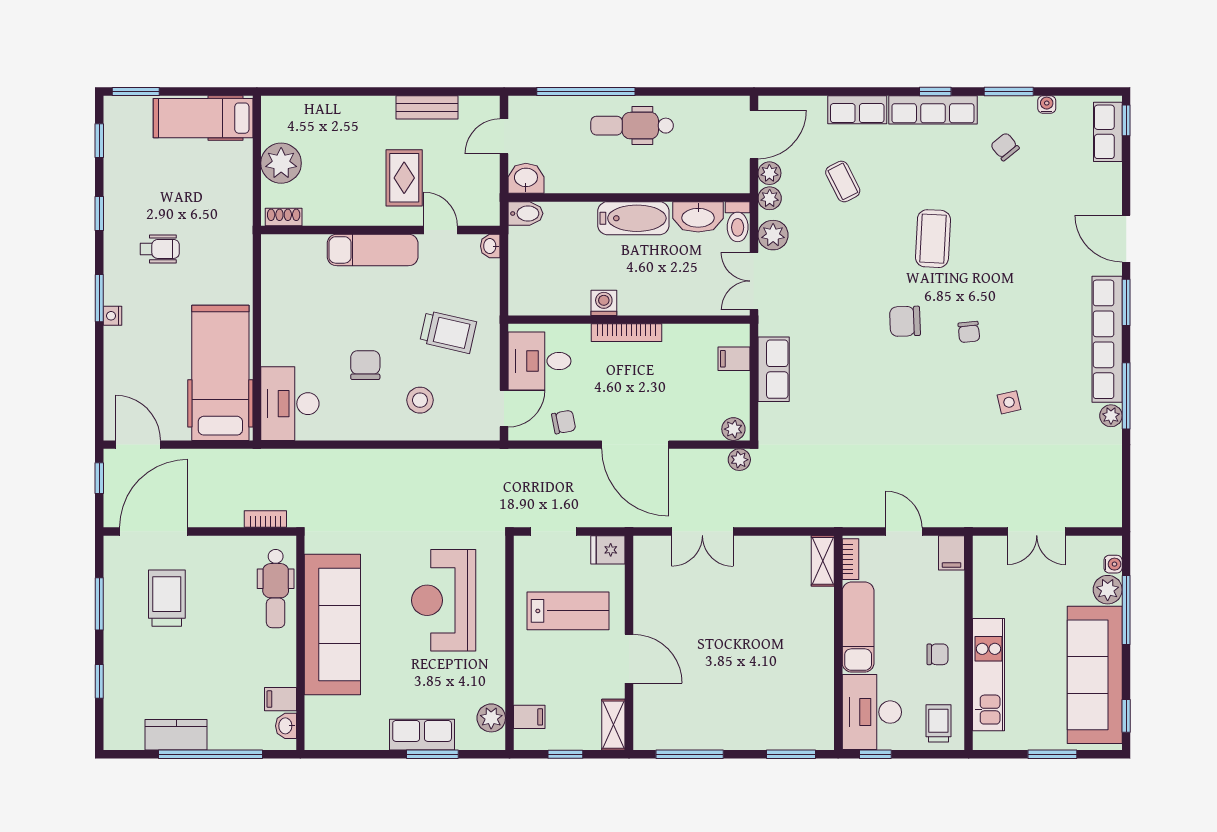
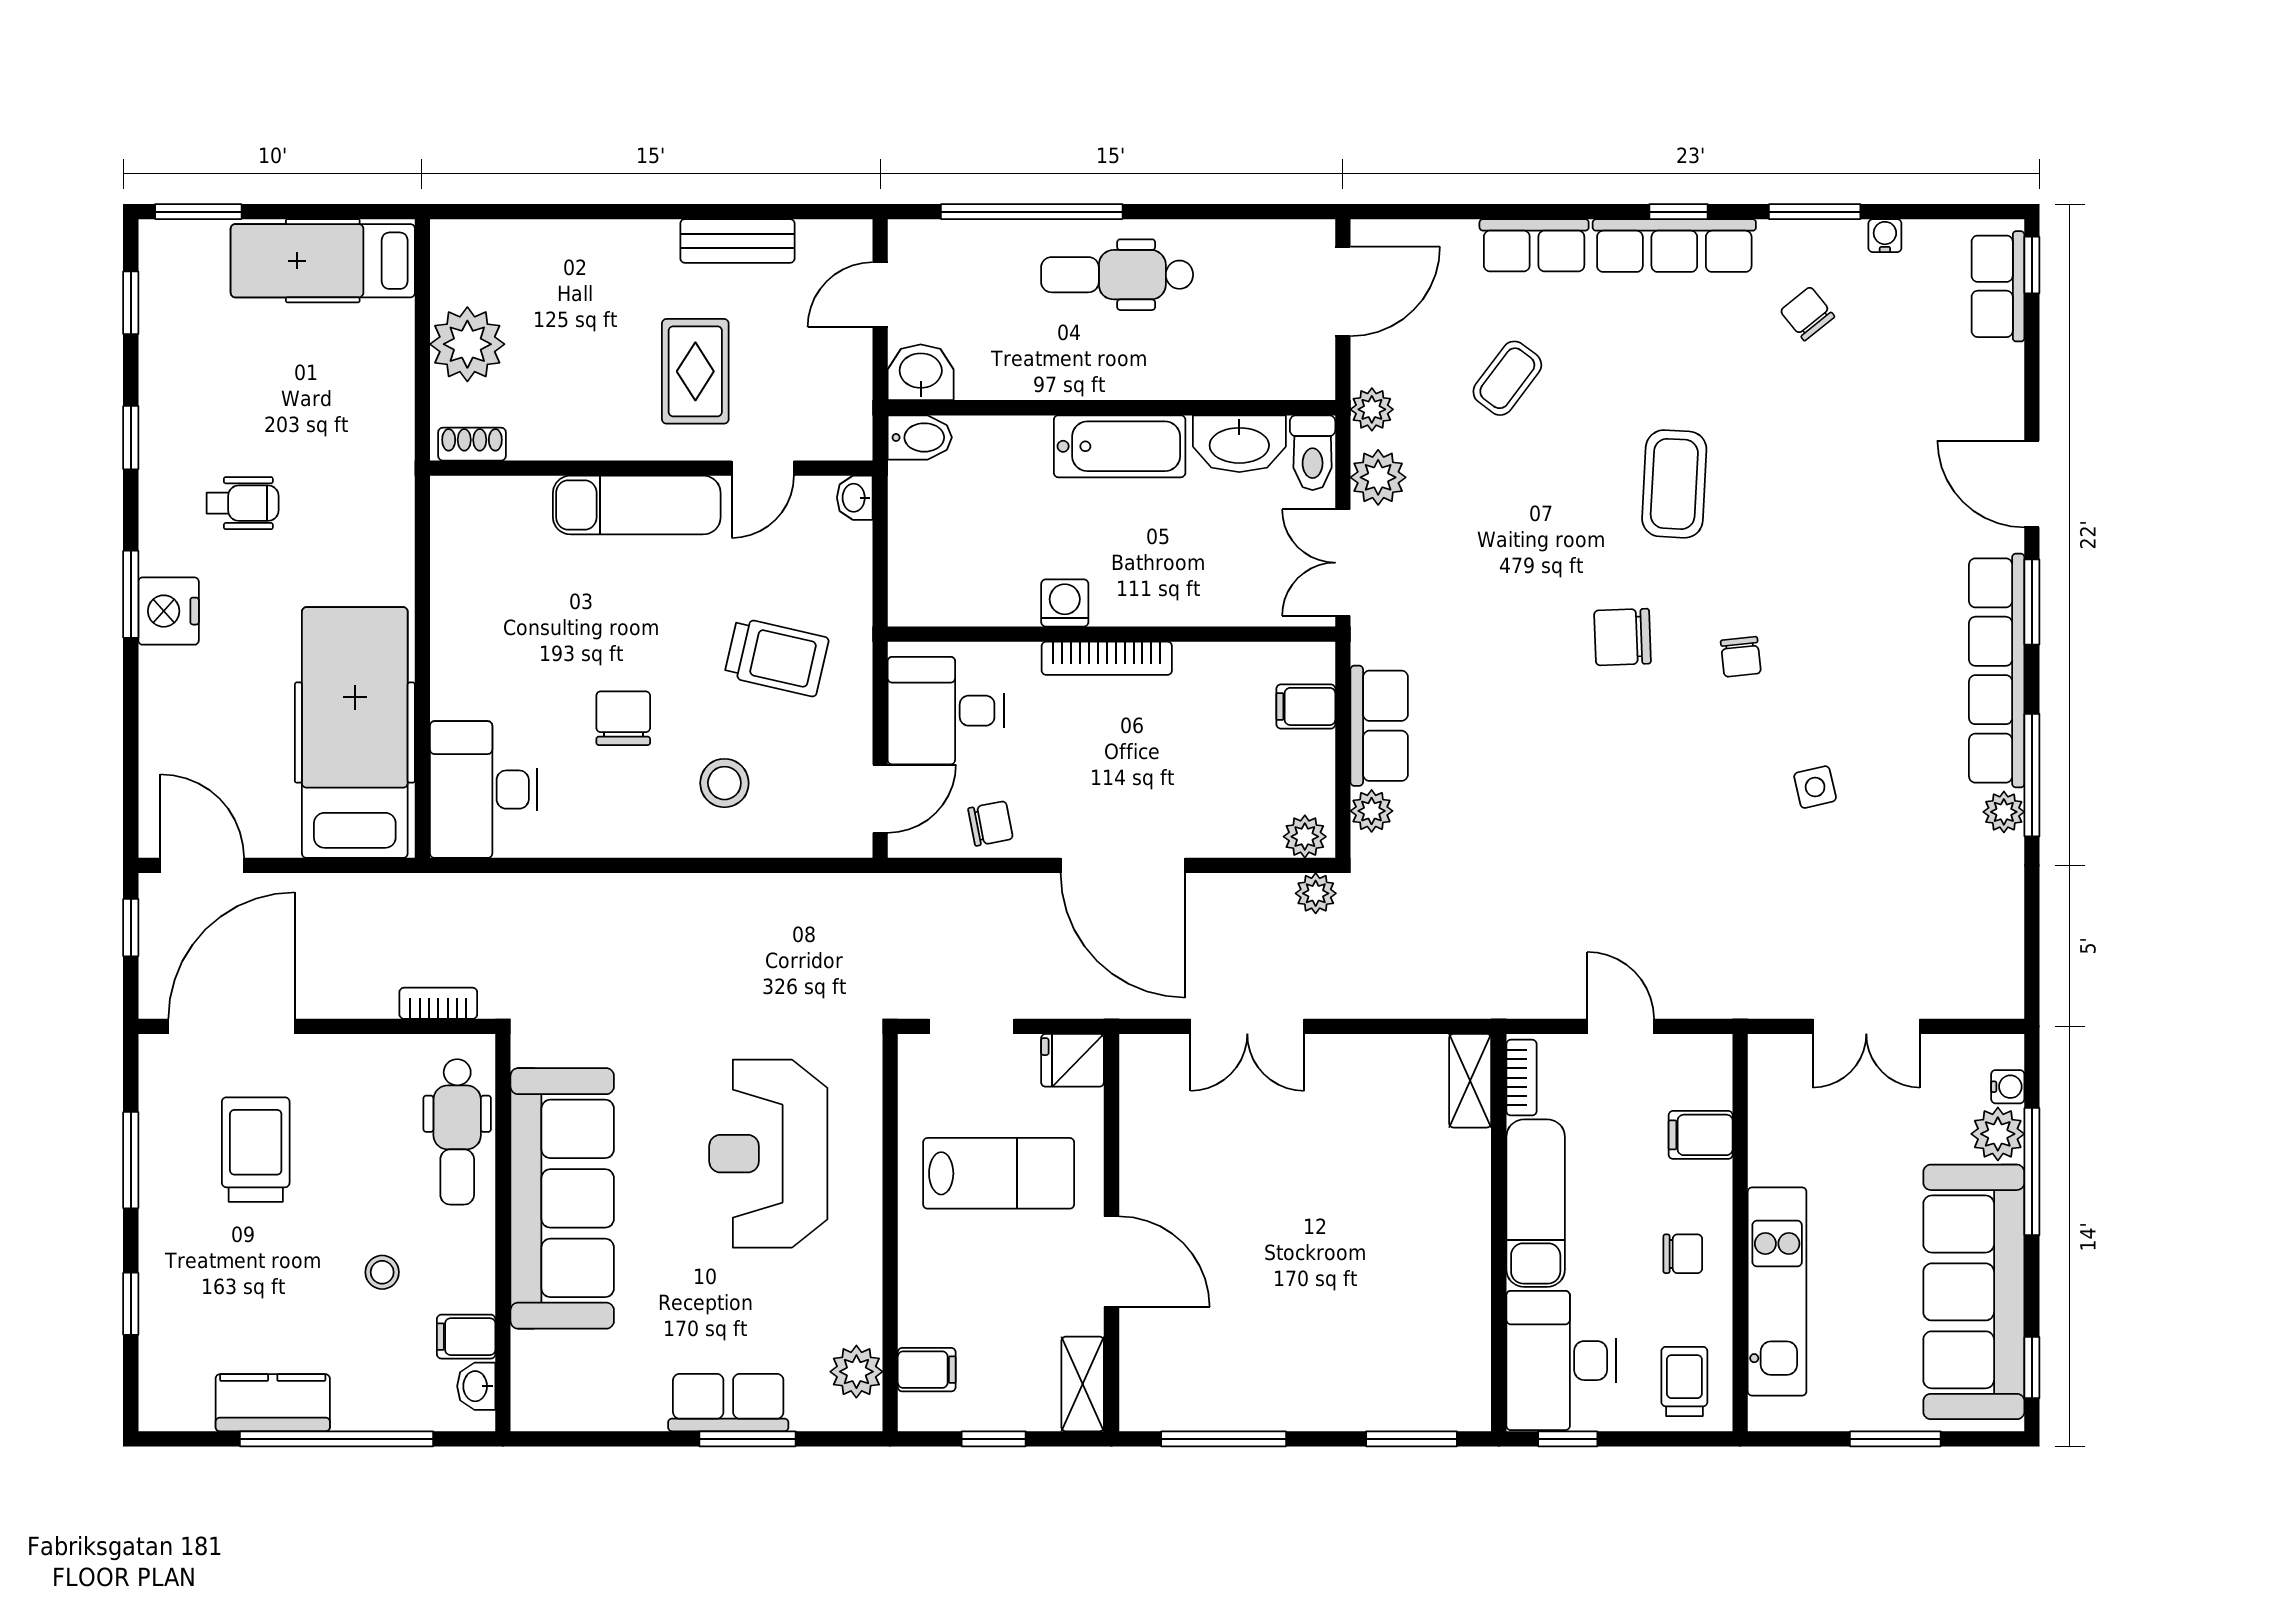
plant: (769, 173) -> (1372, 811), moved
coffee table: (843, 181) -> (1507, 378), turned 64
door: (441, 230) -> (763, 468), swing flipped
nightstand: (113, 316) -> (169, 611), width x1.89, depth x1.79
filing cabinet: (952, 553) -> (1701, 1135), moved, turned 90
stool: (235, 664) -> (382, 1272), added

